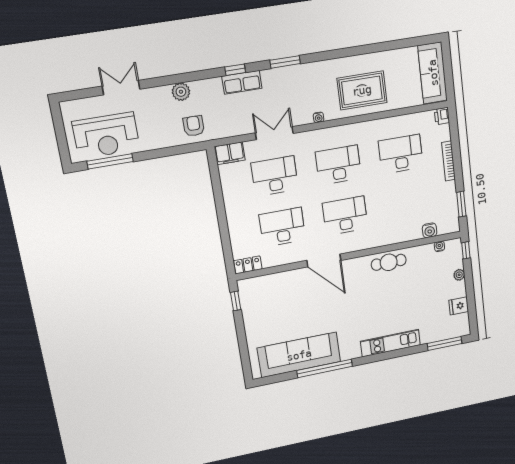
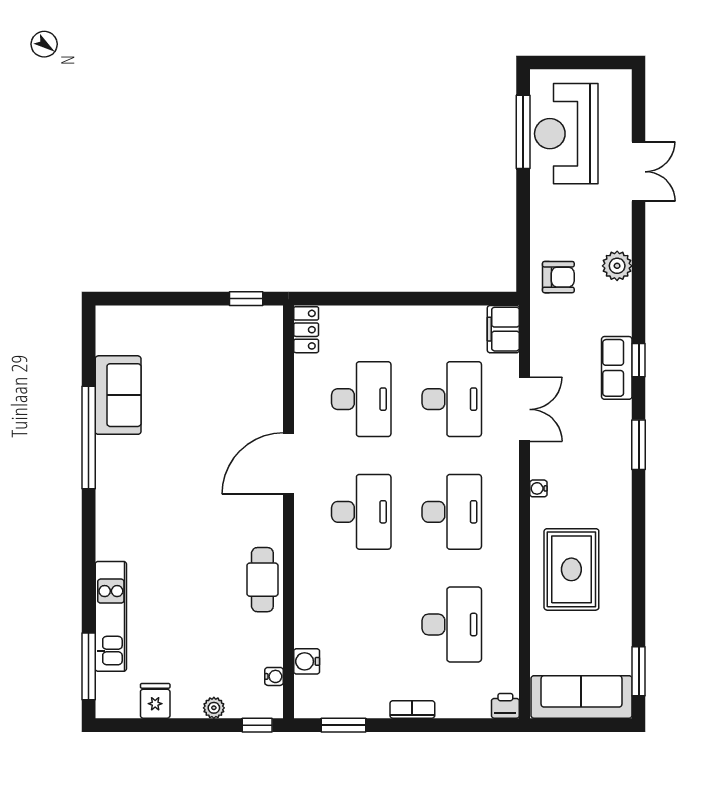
window: (415, 42) -> (639, 671), added
bookcase: (448, 161) -> (412, 709), width x0.64
kitchen unit: (390, 343) -> (111, 616), moved
sofa: (299, 355) -> (118, 395), width x0.54, depth x0.79

